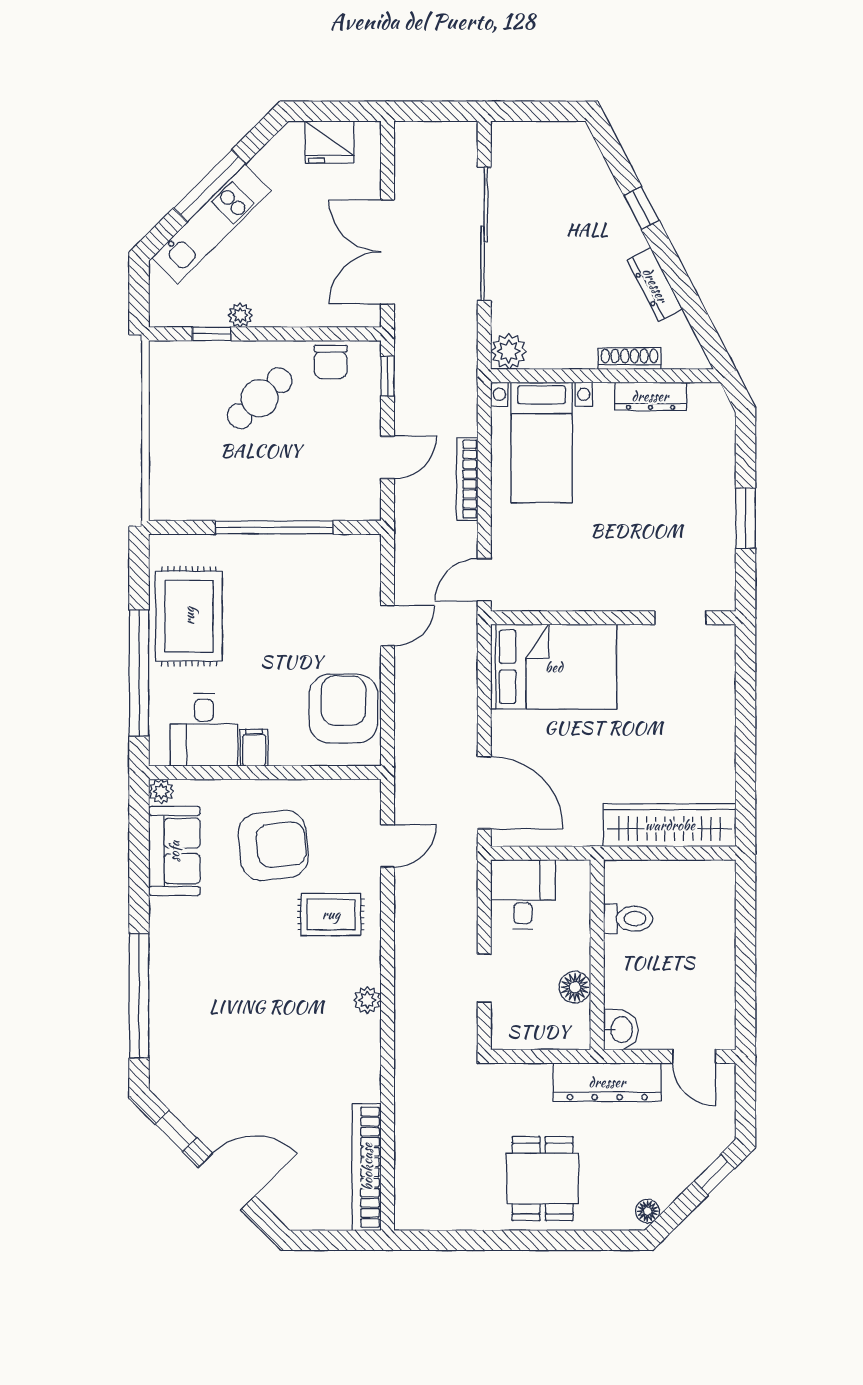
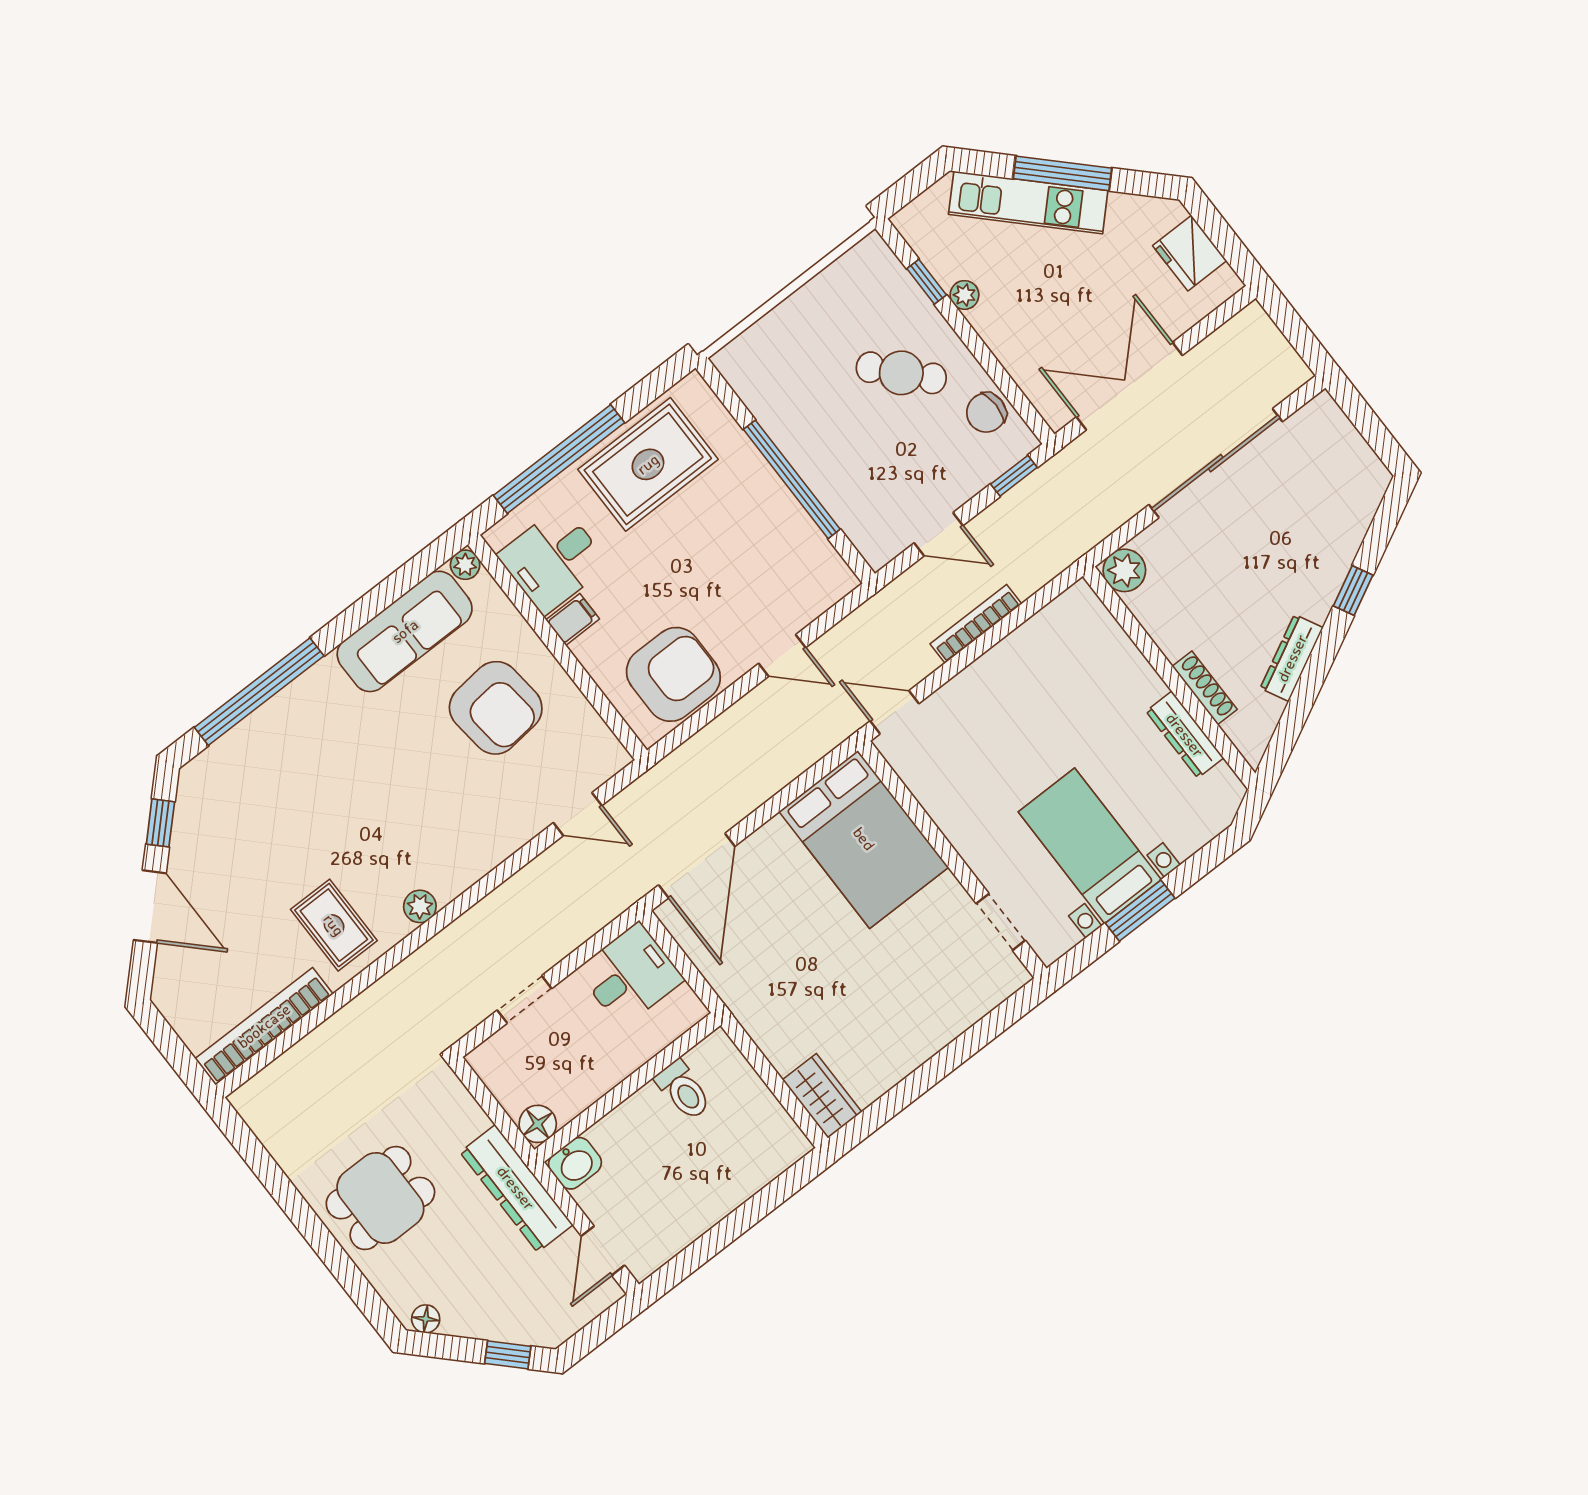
bed with nightstands: (542, 442) -> (1090, 846), moved, turned 90
wardrobe: (670, 825) -> (822, 1096), width x0.48, depth x0.85
sofa: (174, 851) -> (405, 631), width x1.36
rug: (331, 914) -> (334, 925), moved
floor lamp: (575, 987) -> (538, 1124), moved

